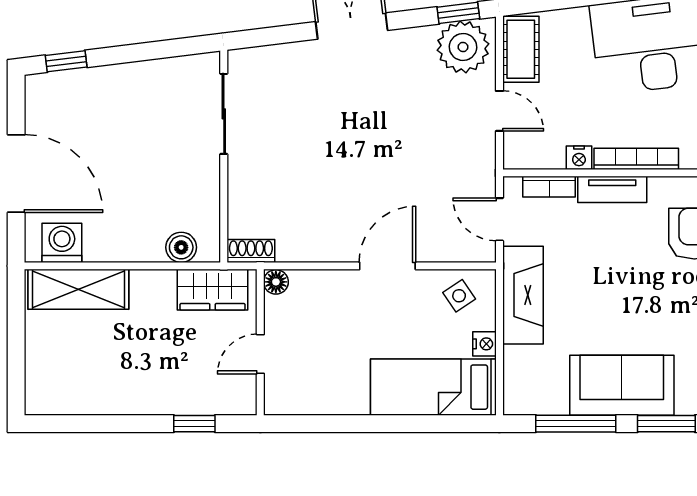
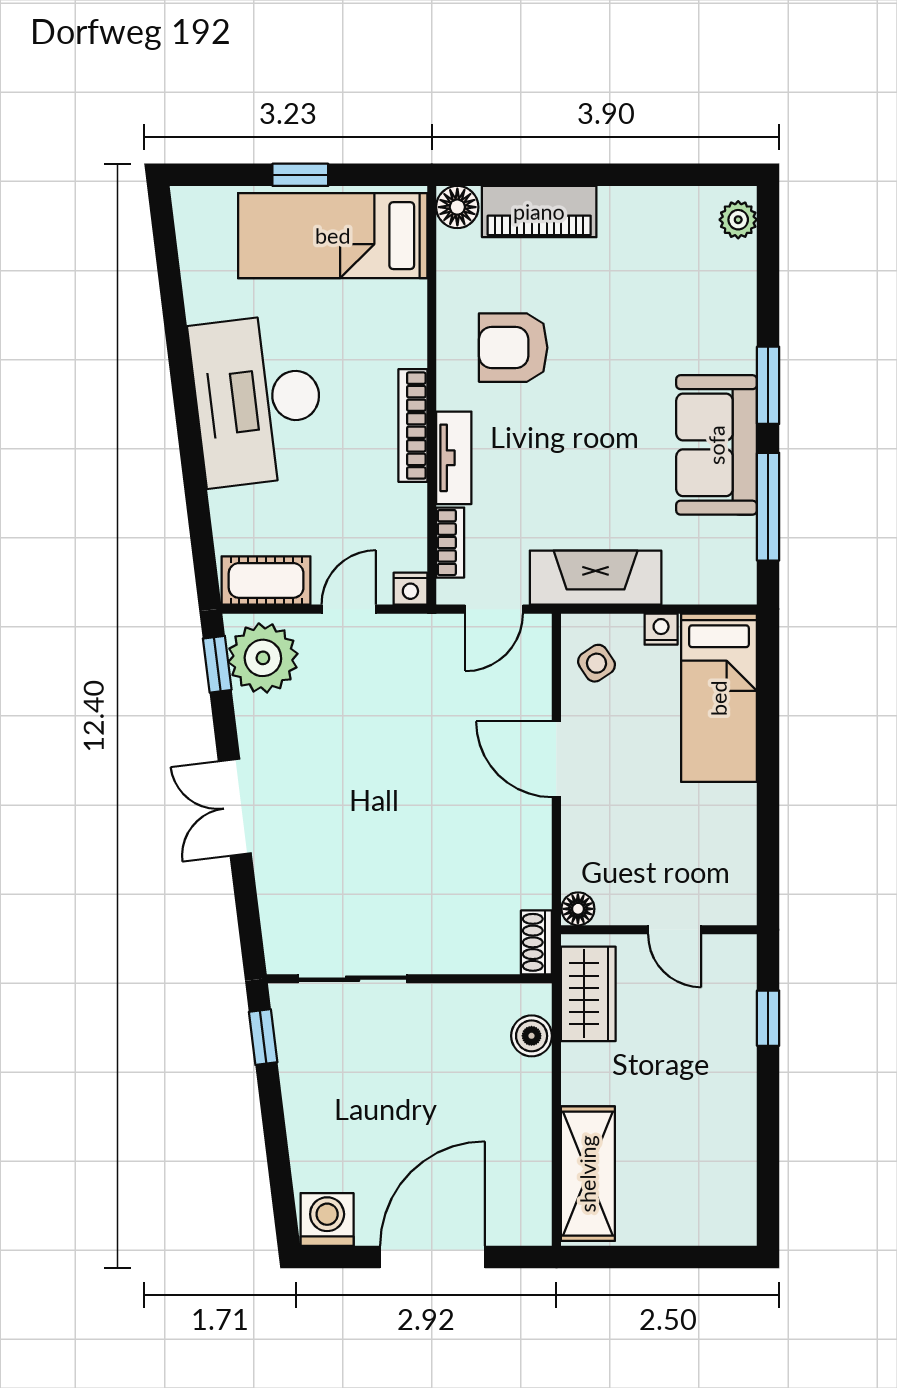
window: (66, 61) -> (263, 1037), moved
nightstand: (579, 158) -> (410, 589), moved, turned 90
washing machine: (62, 243) -> (327, 1219), moved, turned 90

